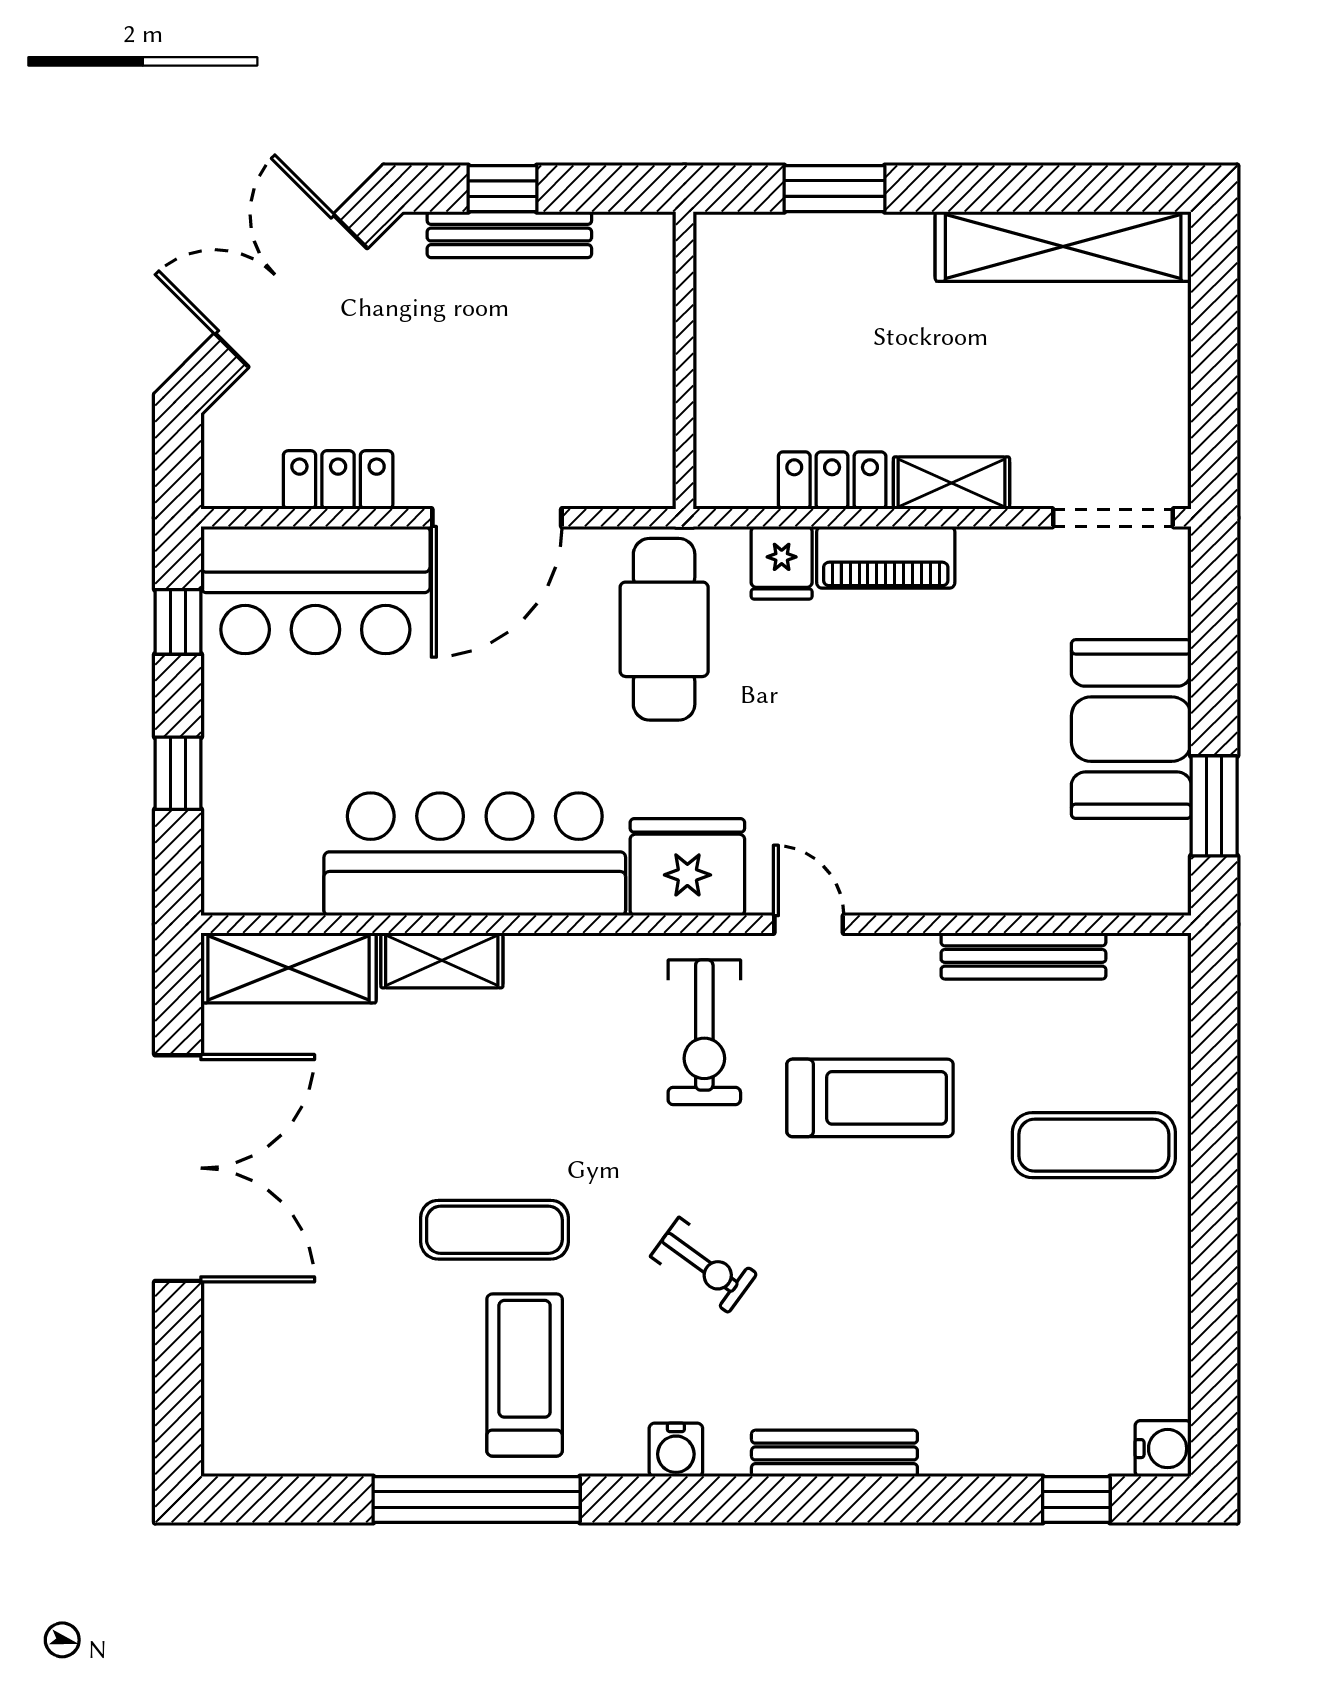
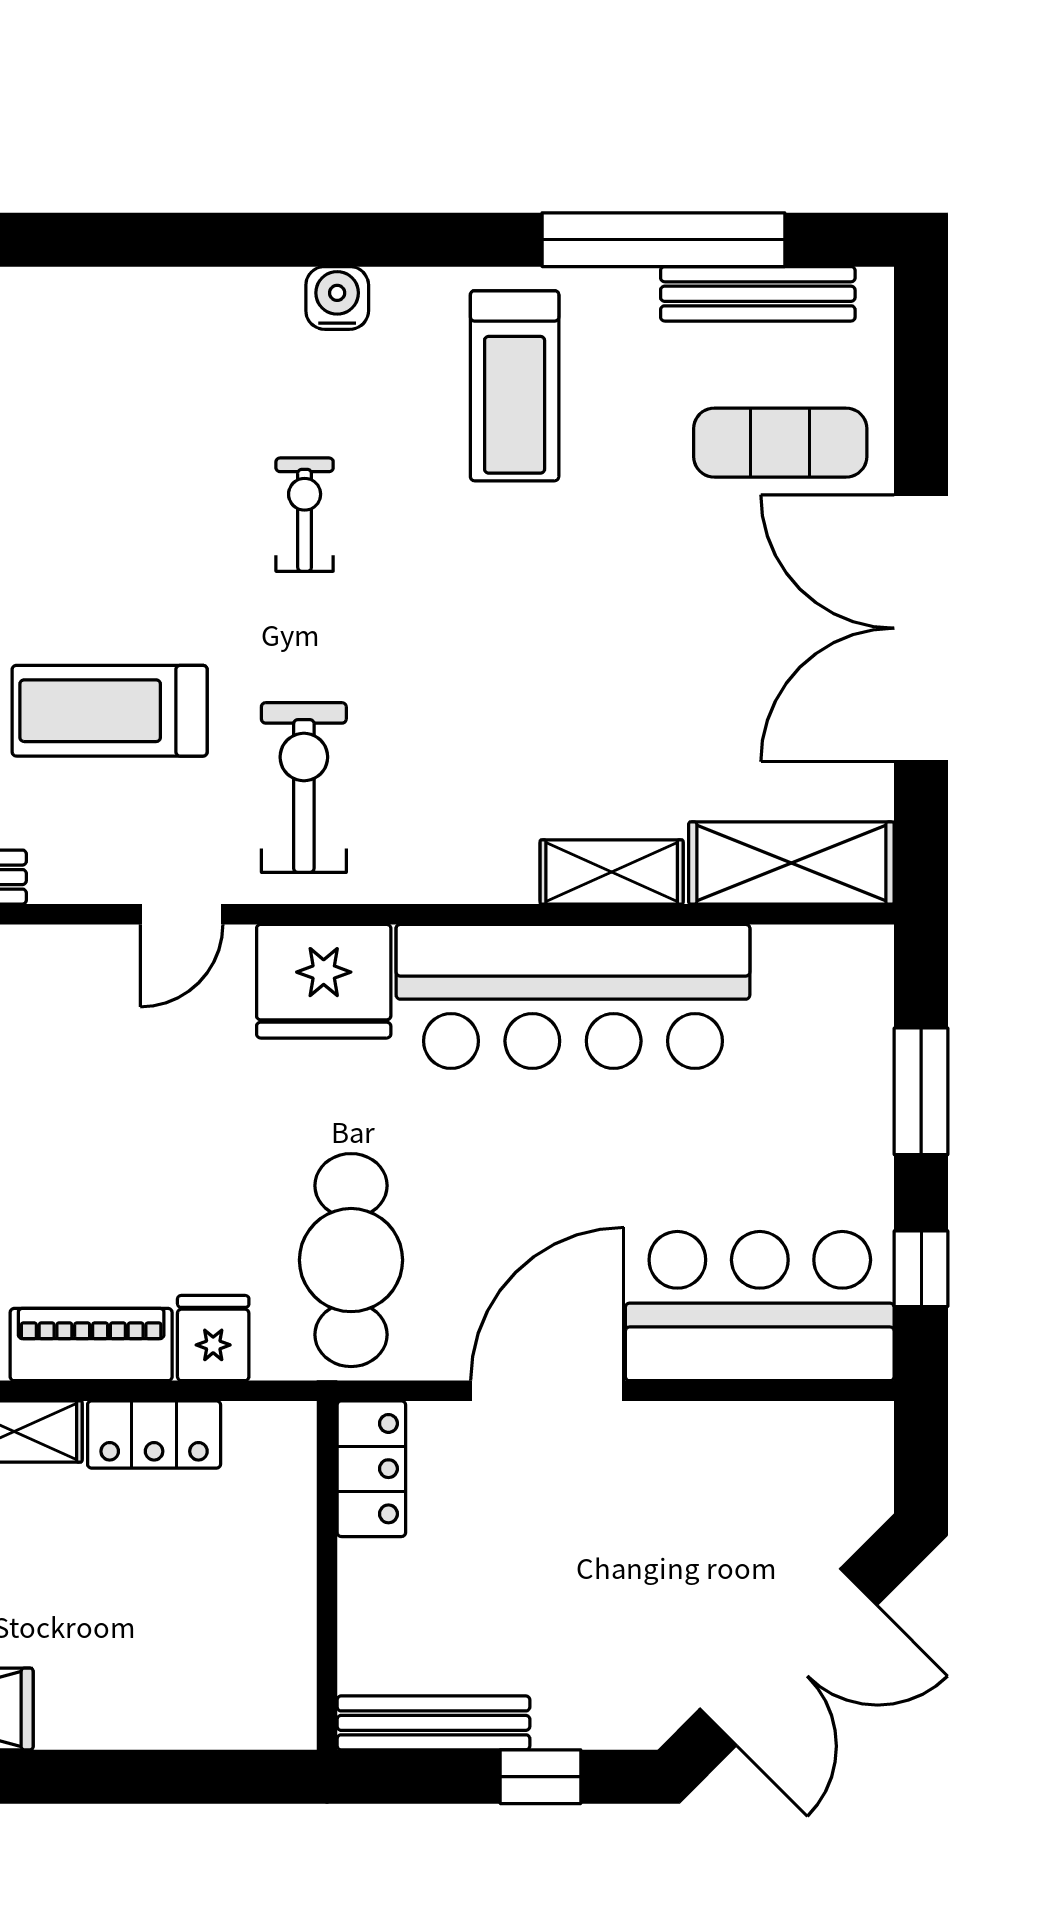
window: (835, 189) -> (151, 1777), removed
bench: (509, 235) -> (433, 1723), moved
locker: (338, 480) -> (371, 1469), moved, turned -90
window: (178, 773) -> (921, 1091), width x1.50
door: (809, 924) -> (182, 914), hinge flipped
exercise mat: (494, 1230) -> (780, 443), moved
exercise bike: (704, 1265) -> (305, 515), turned 54
bench: (834, 1453) -> (758, 294), moved
window: (477, 1500) -> (663, 240), moved

